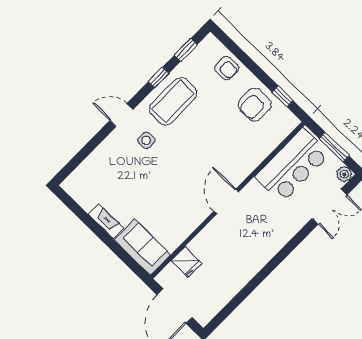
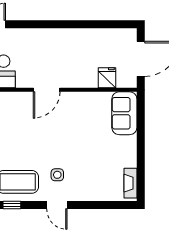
fireplace: (106, 221) -> (130, 183), moved

